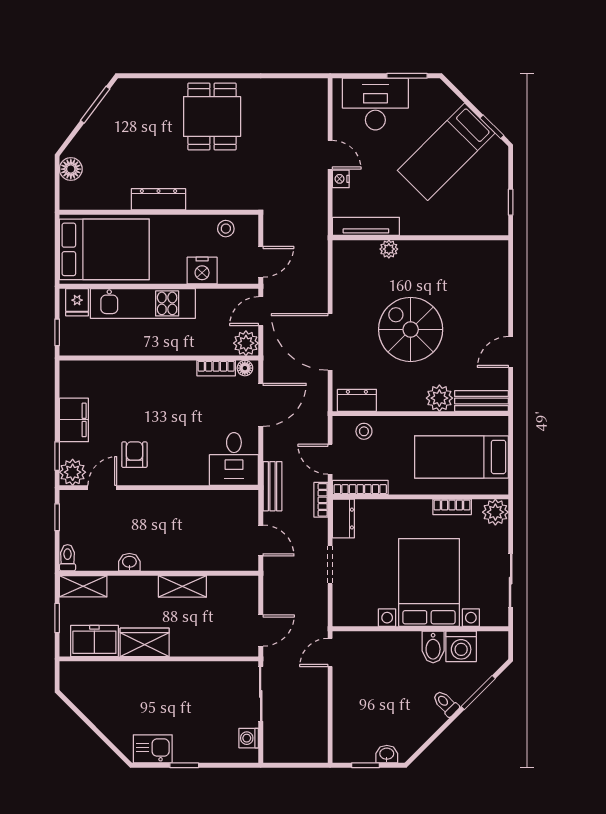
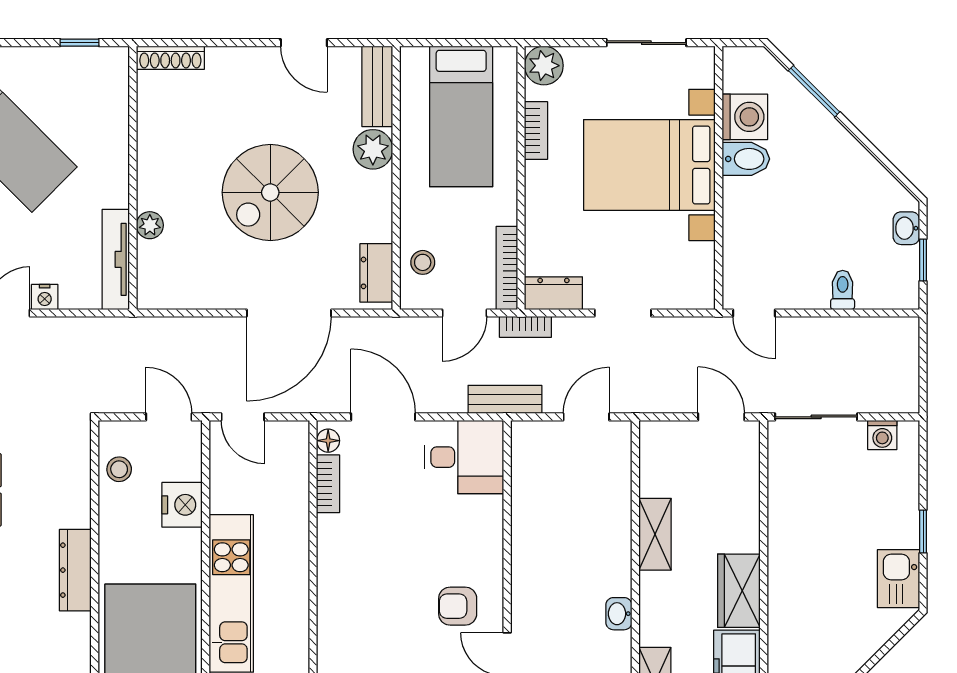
shoe rack: (501, 263) -> (170, 58), added
plant: (246, 343) -> (291, 439), removed
toilet: (446, 703) -> (843, 290), moved, turned 135

